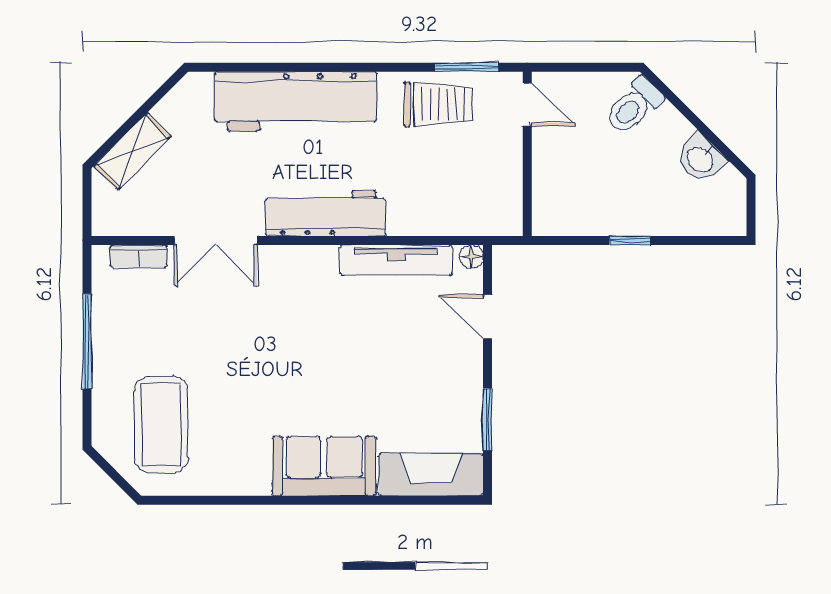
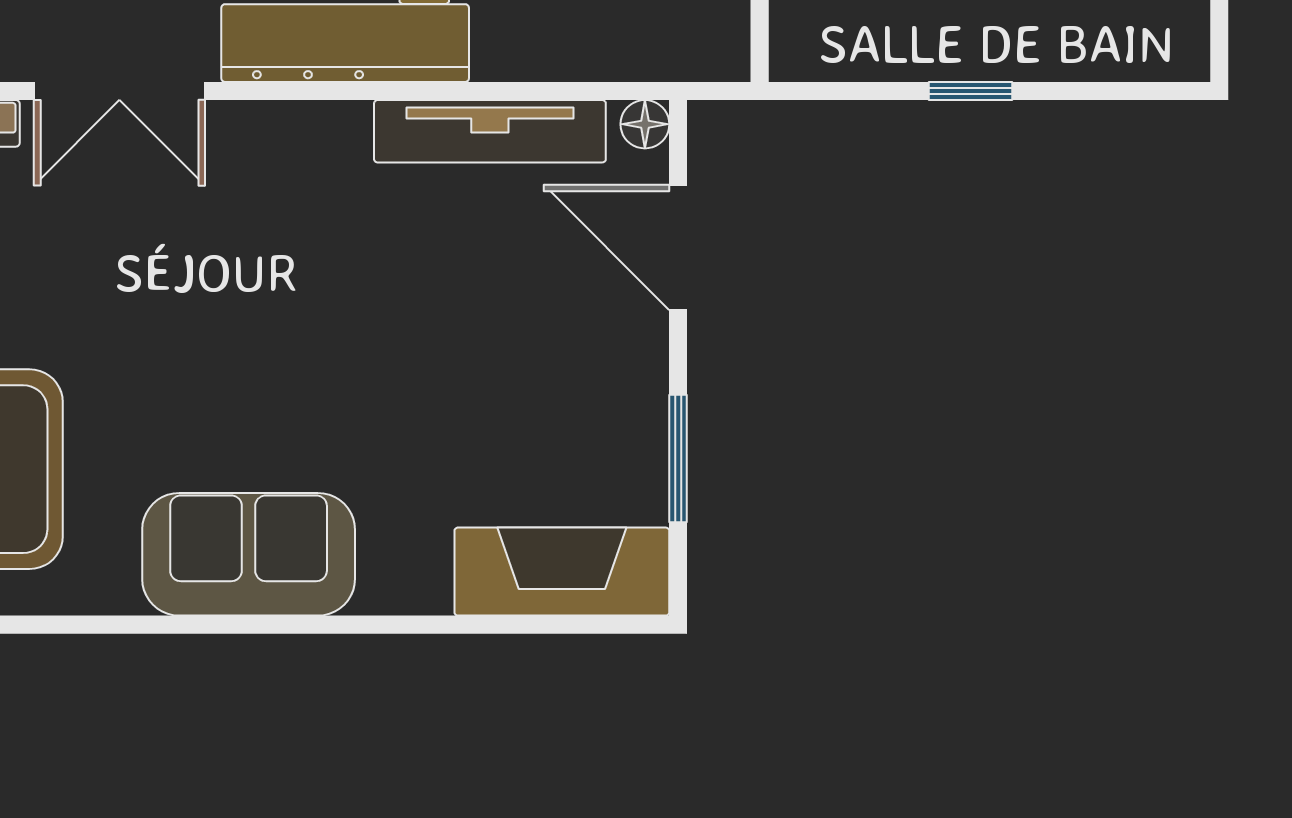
door: (488, 317) -> (678, 247), width x1.38
sofa: (324, 466) -> (249, 554), moved

